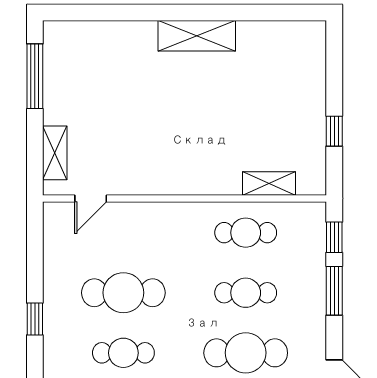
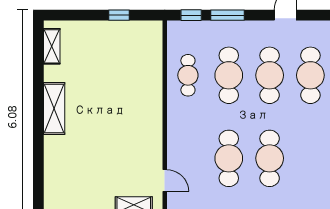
shelving: (269, 183) -> (52, 46), moved
cafe table: (246, 293) -> (229, 75), width x1.37, depth x1.35
cafe table: (123, 353) -> (270, 158), width x1.37, depth x1.35

